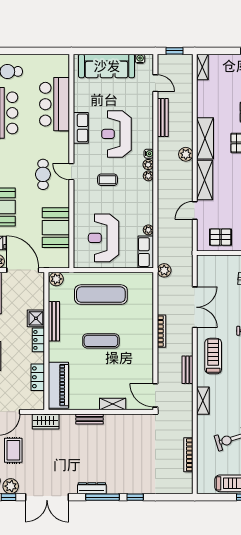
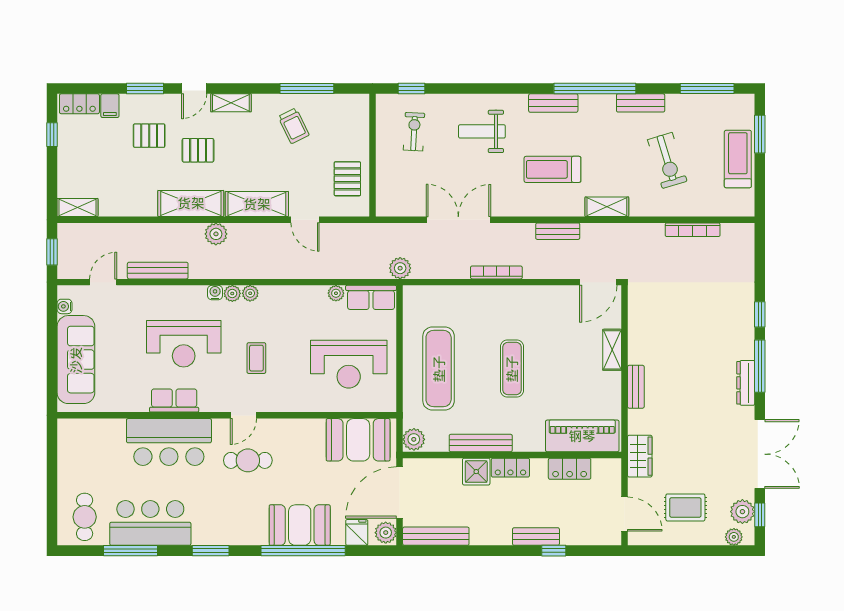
bar counter: (55, 104) -> (169, 442), moved
booth: (56, 228) -> (358, 440), moved
treadmill: (213, 356) -> (552, 169), moved

